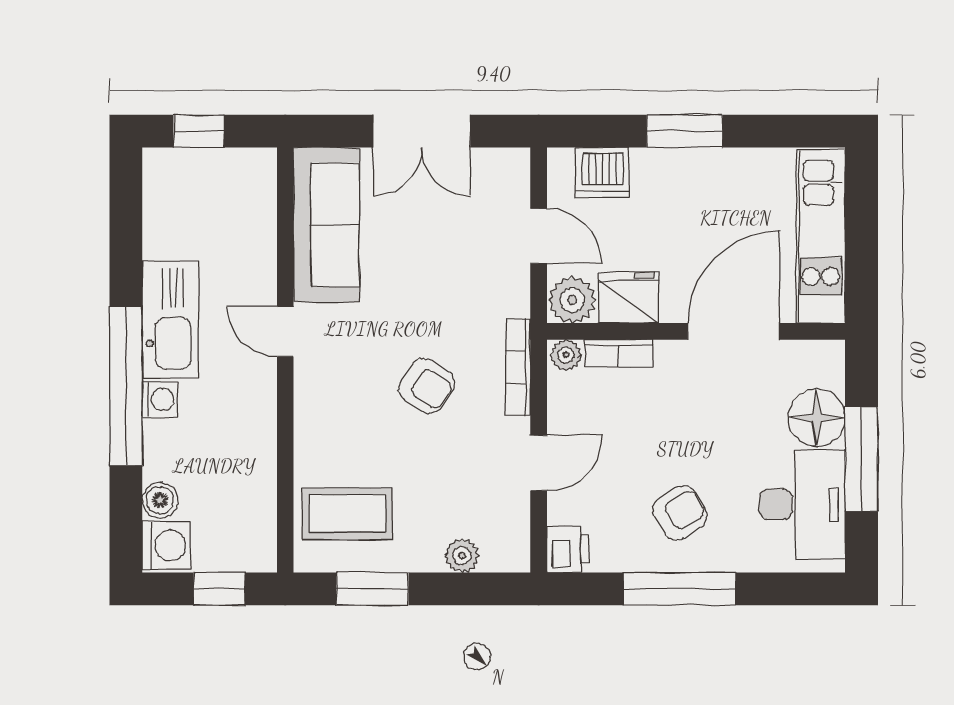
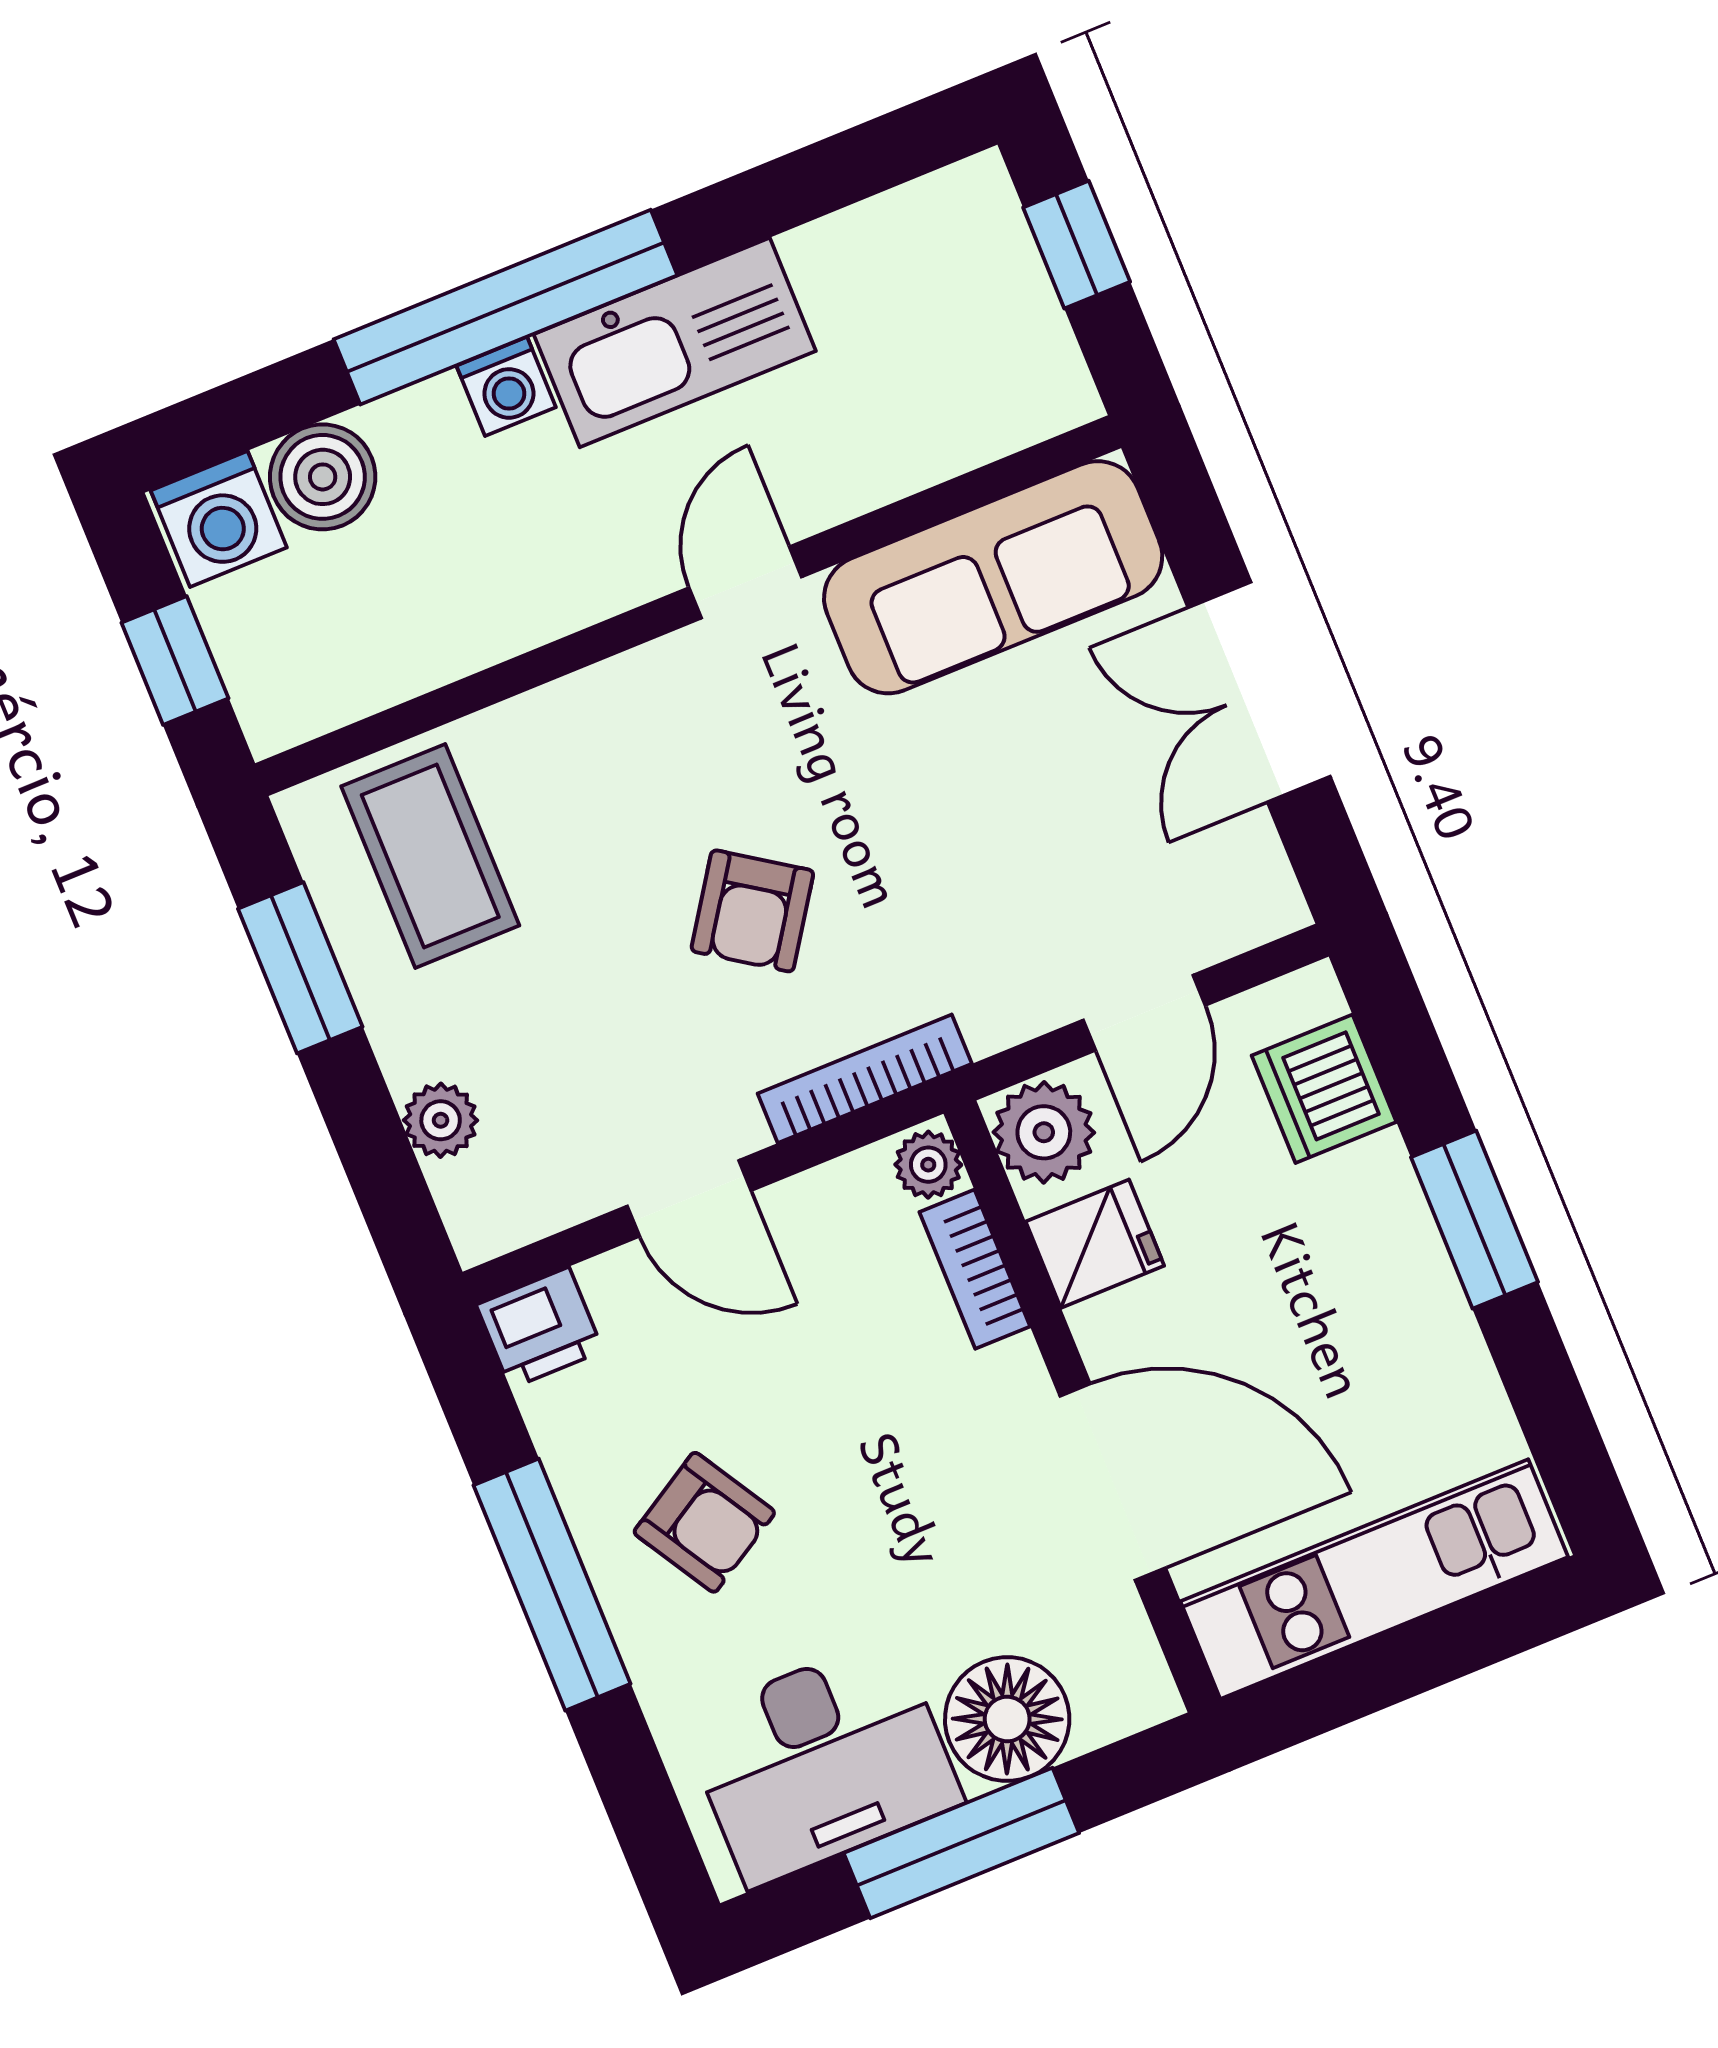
fridge: (629, 297) -> (1095, 1244), width x0.72
boiler: (160, 500) -> (323, 477), width x1.36, depth x1.36

